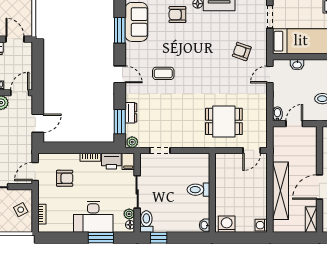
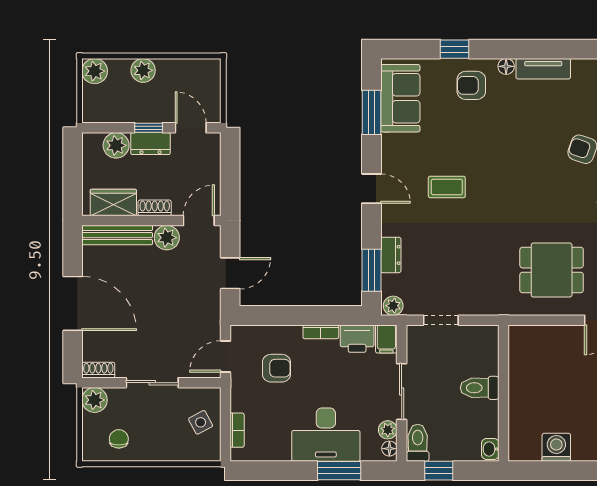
toilet: (198, 190) -> (480, 388), moved
wall: (212, 193) -> (504, 393), moved
washbasin: (205, 225) -> (490, 449), moved

